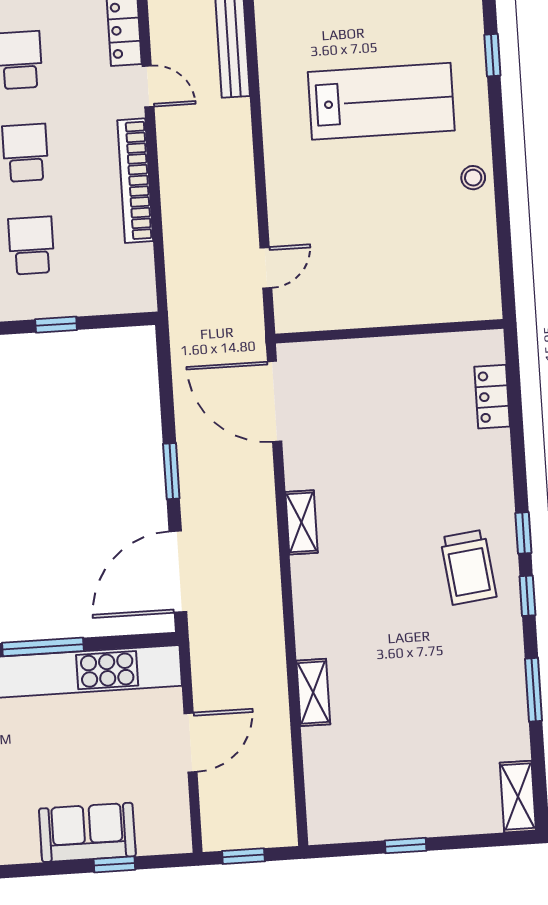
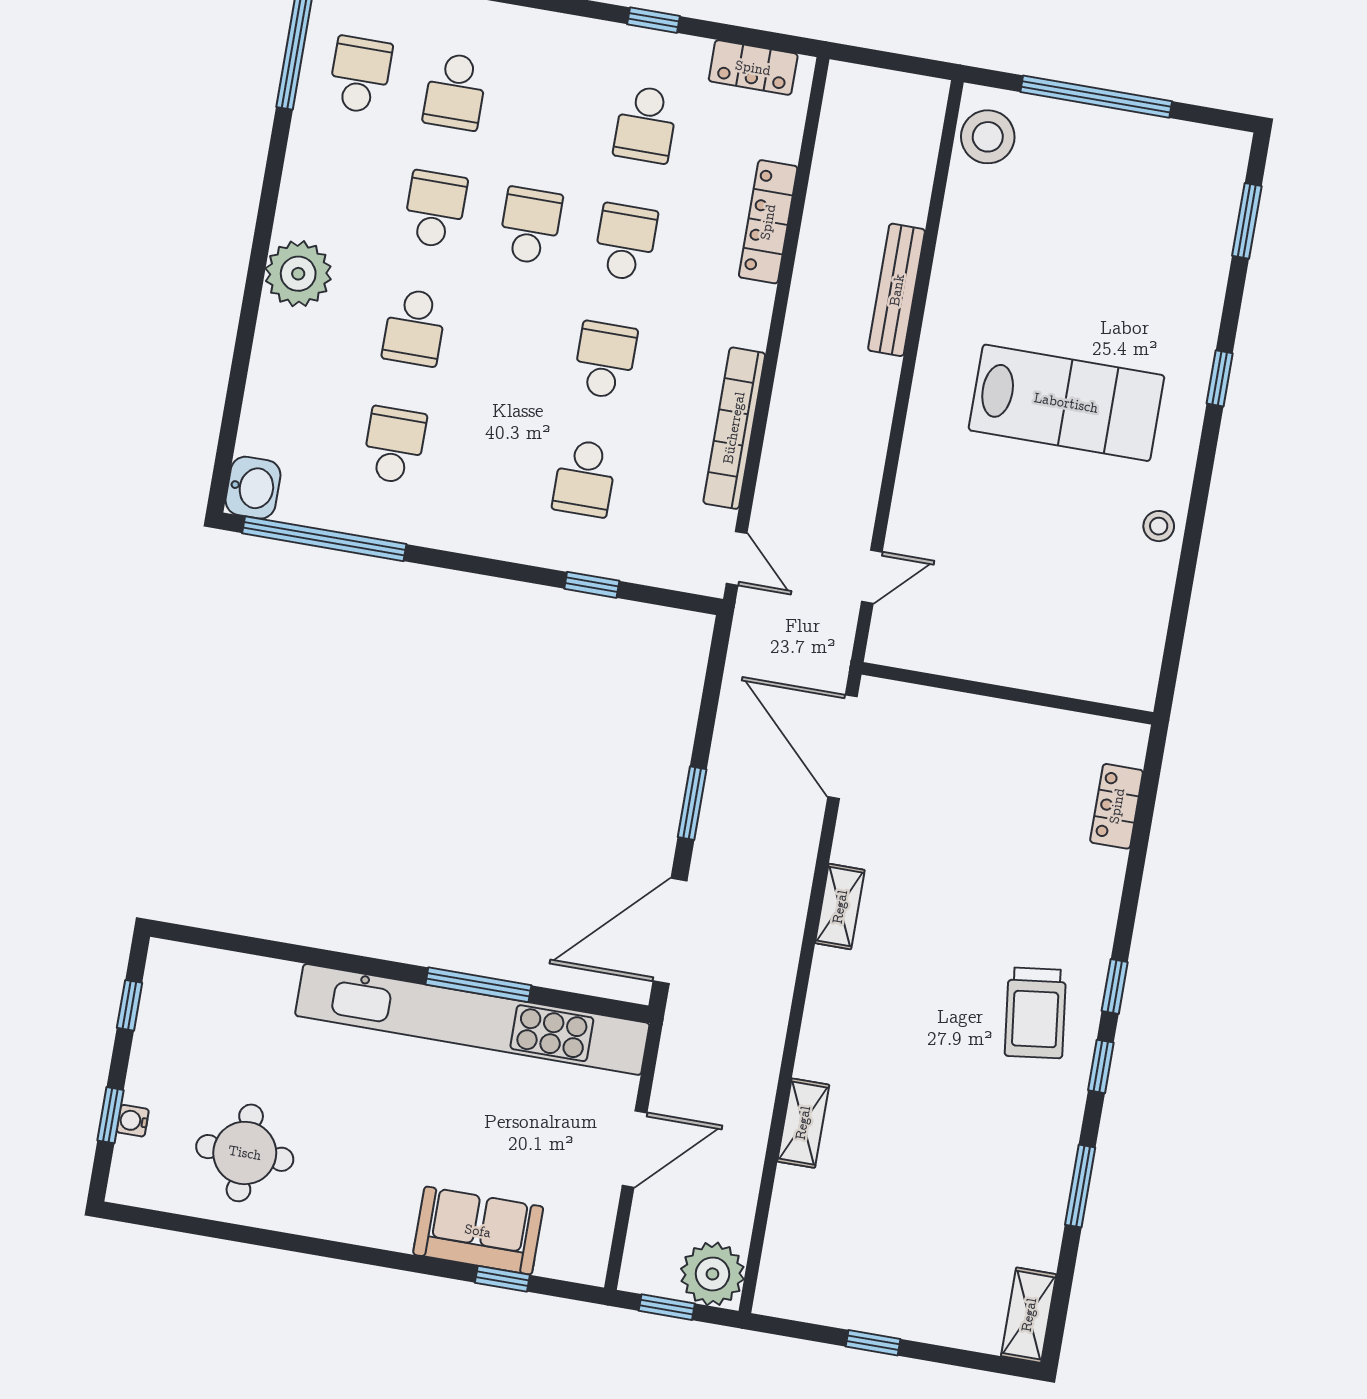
door: (148, 86) -> (737, 558), moved
school desk: (31, 245) -> (585, 478), turned 180
plant: (272, 823) -> (712, 1274), added

